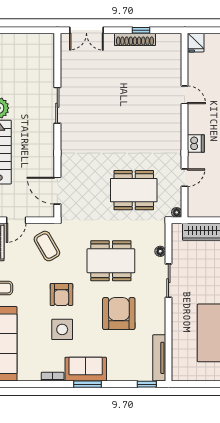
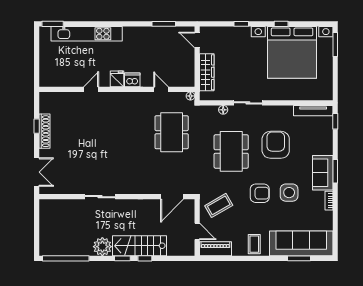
fridge: (196, 43) -> (117, 79), moved, turned -90
armchair: (119, 314) -> (276, 145), turned 90

